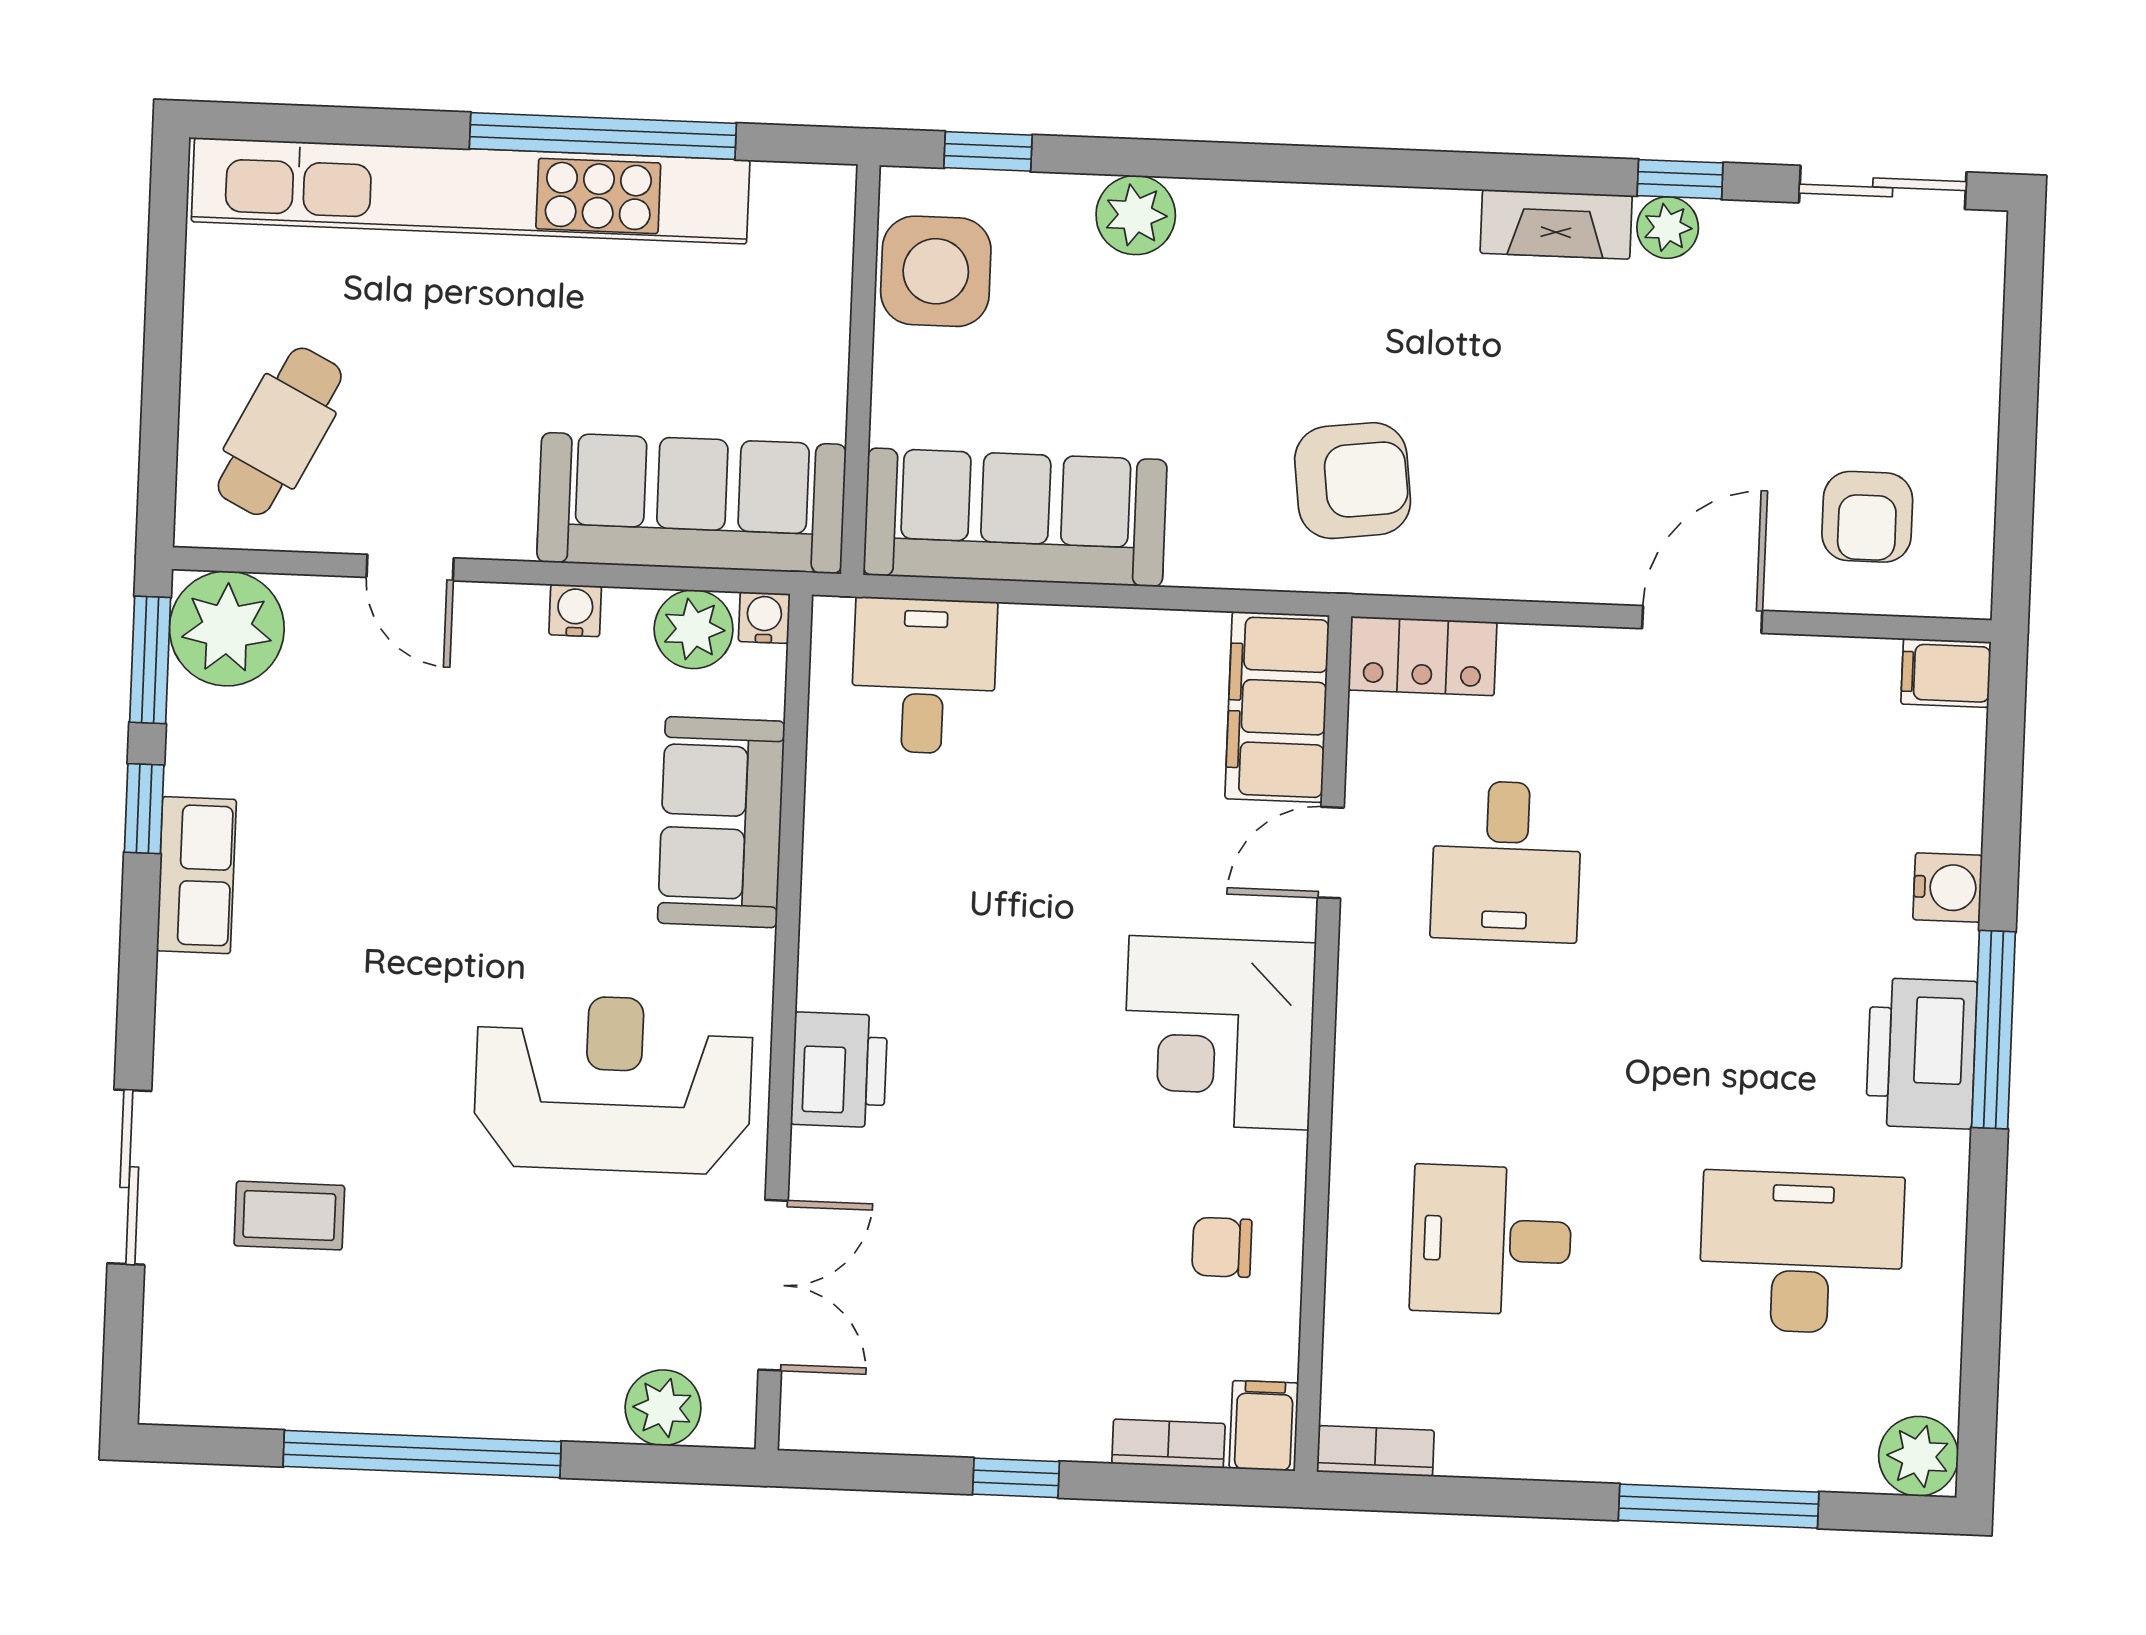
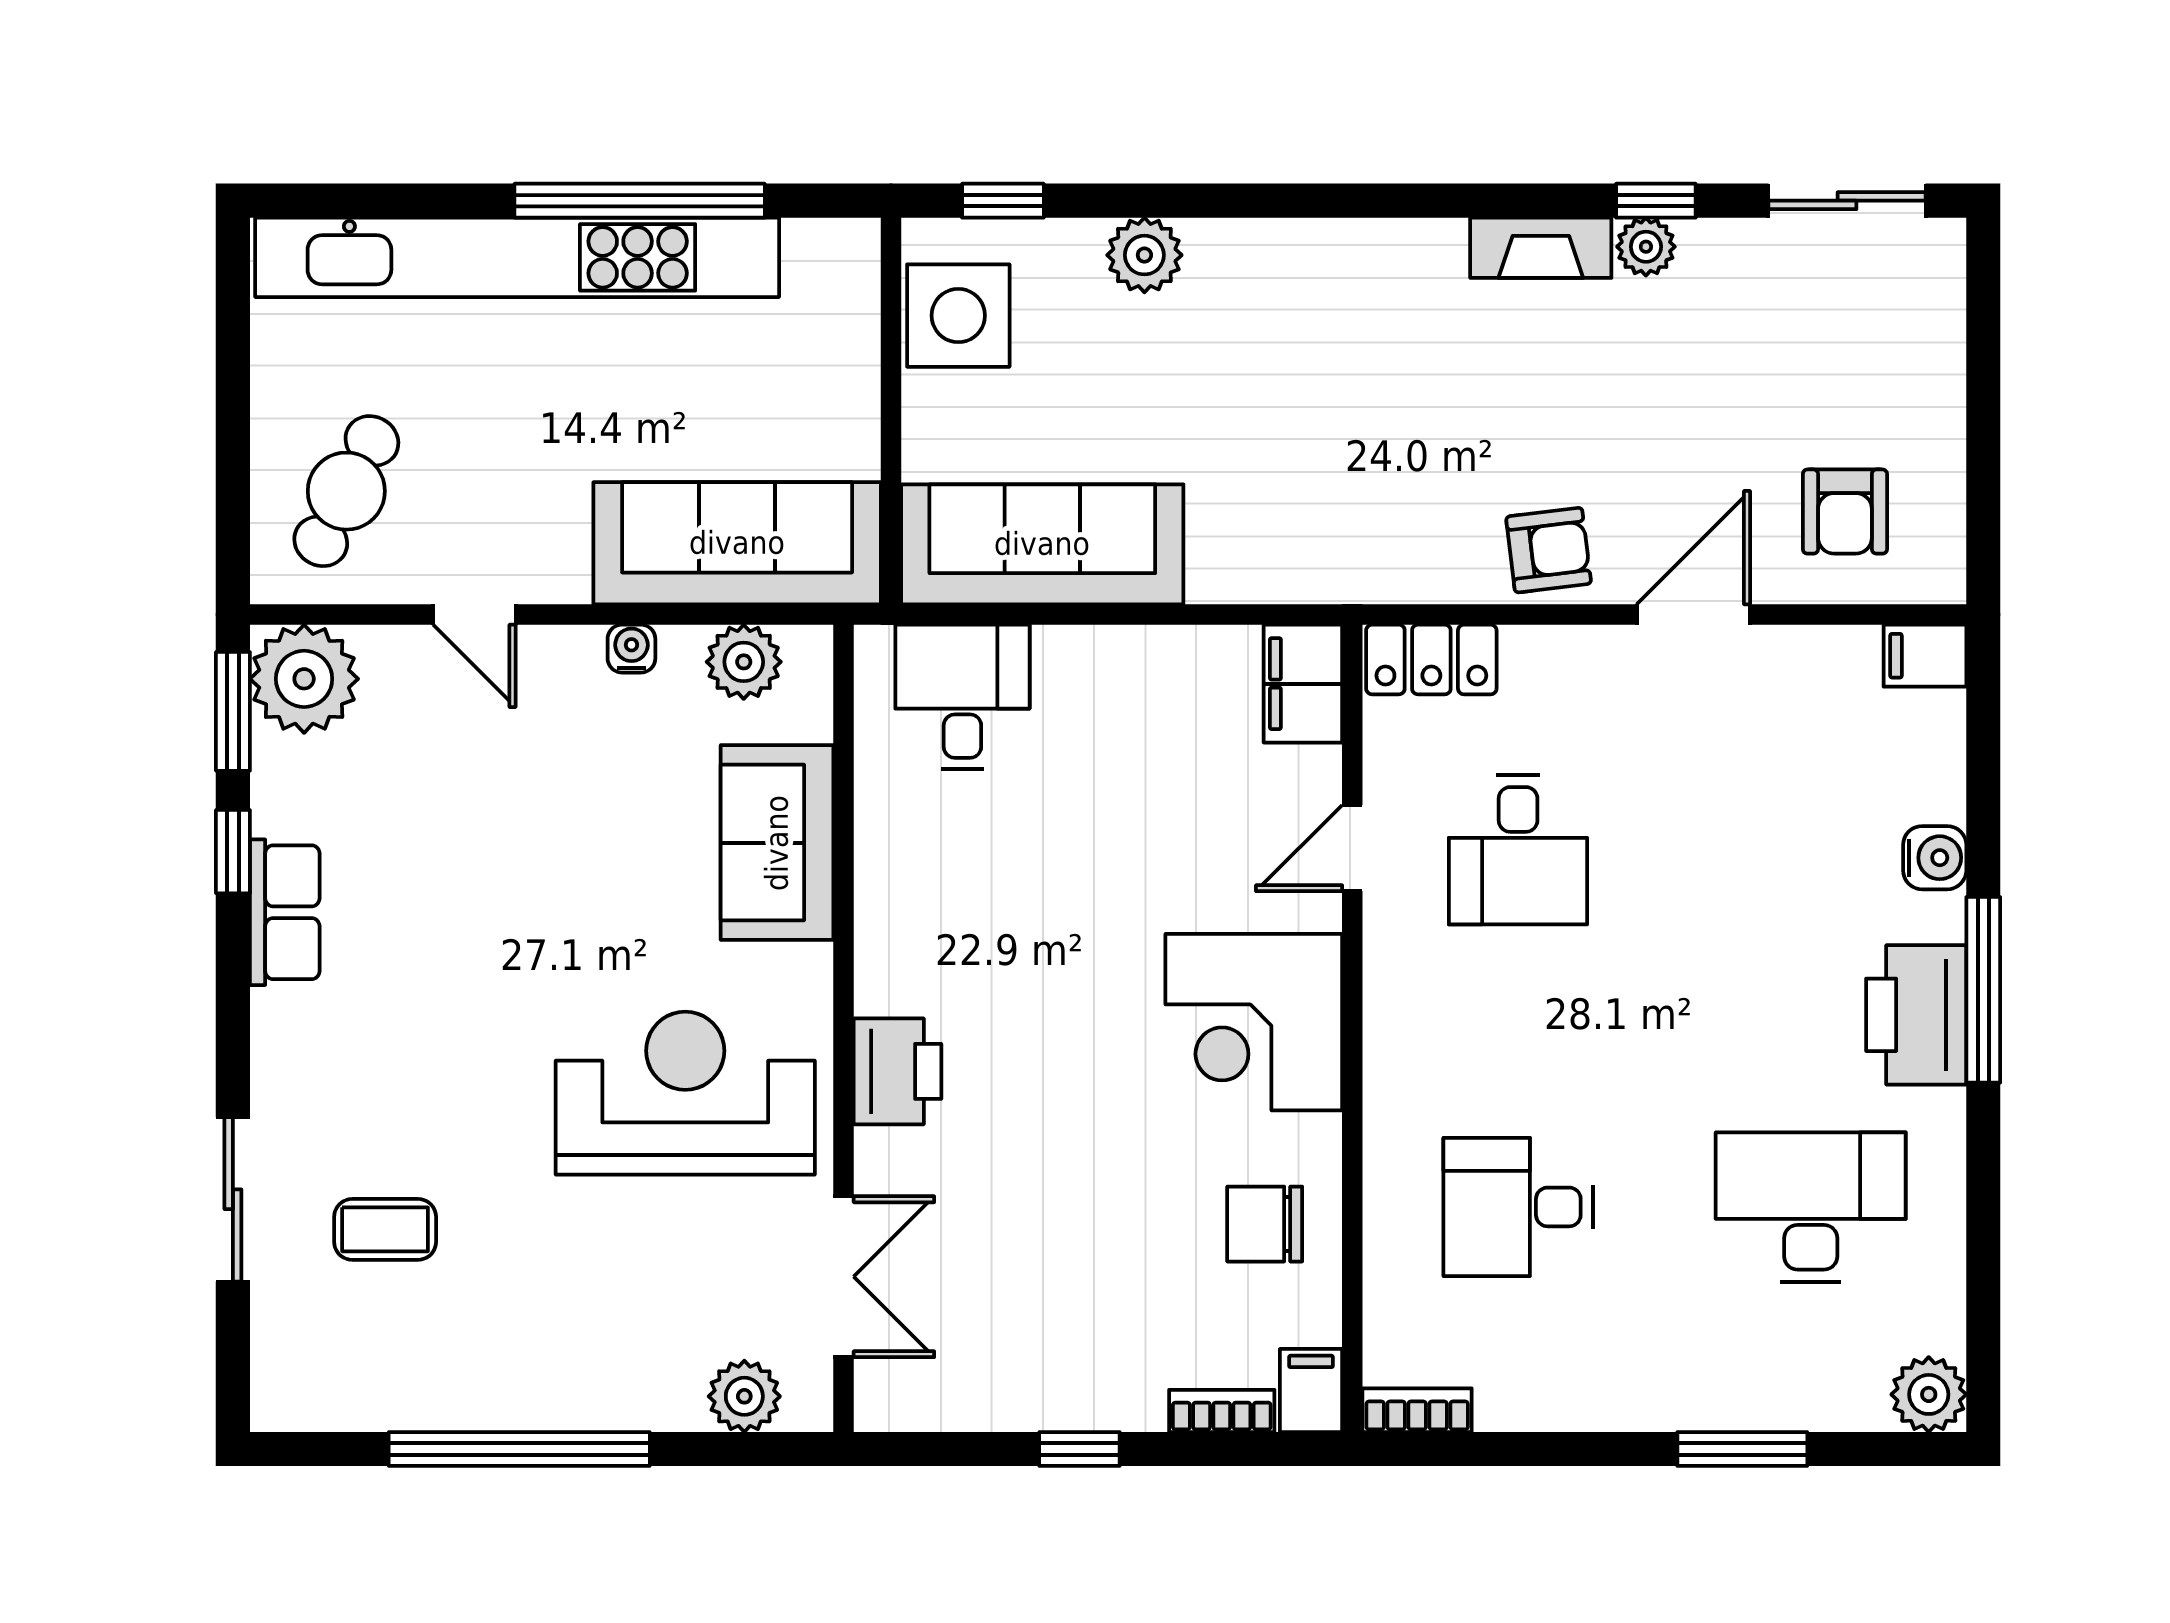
armchair: (1353, 481) -> (1549, 550), moved, width x0.72, depth x0.72
water cooler: (764, 618) -> (810, 648), removed
filing cabinet: (1277, 707) -> (1303, 684), width x0.67, depth x0.86
chair: (1222, 1247) -> (1265, 1224), width x1.37, depth x1.37
window: (1719, 1506) -> (1742, 1449), width x0.69

